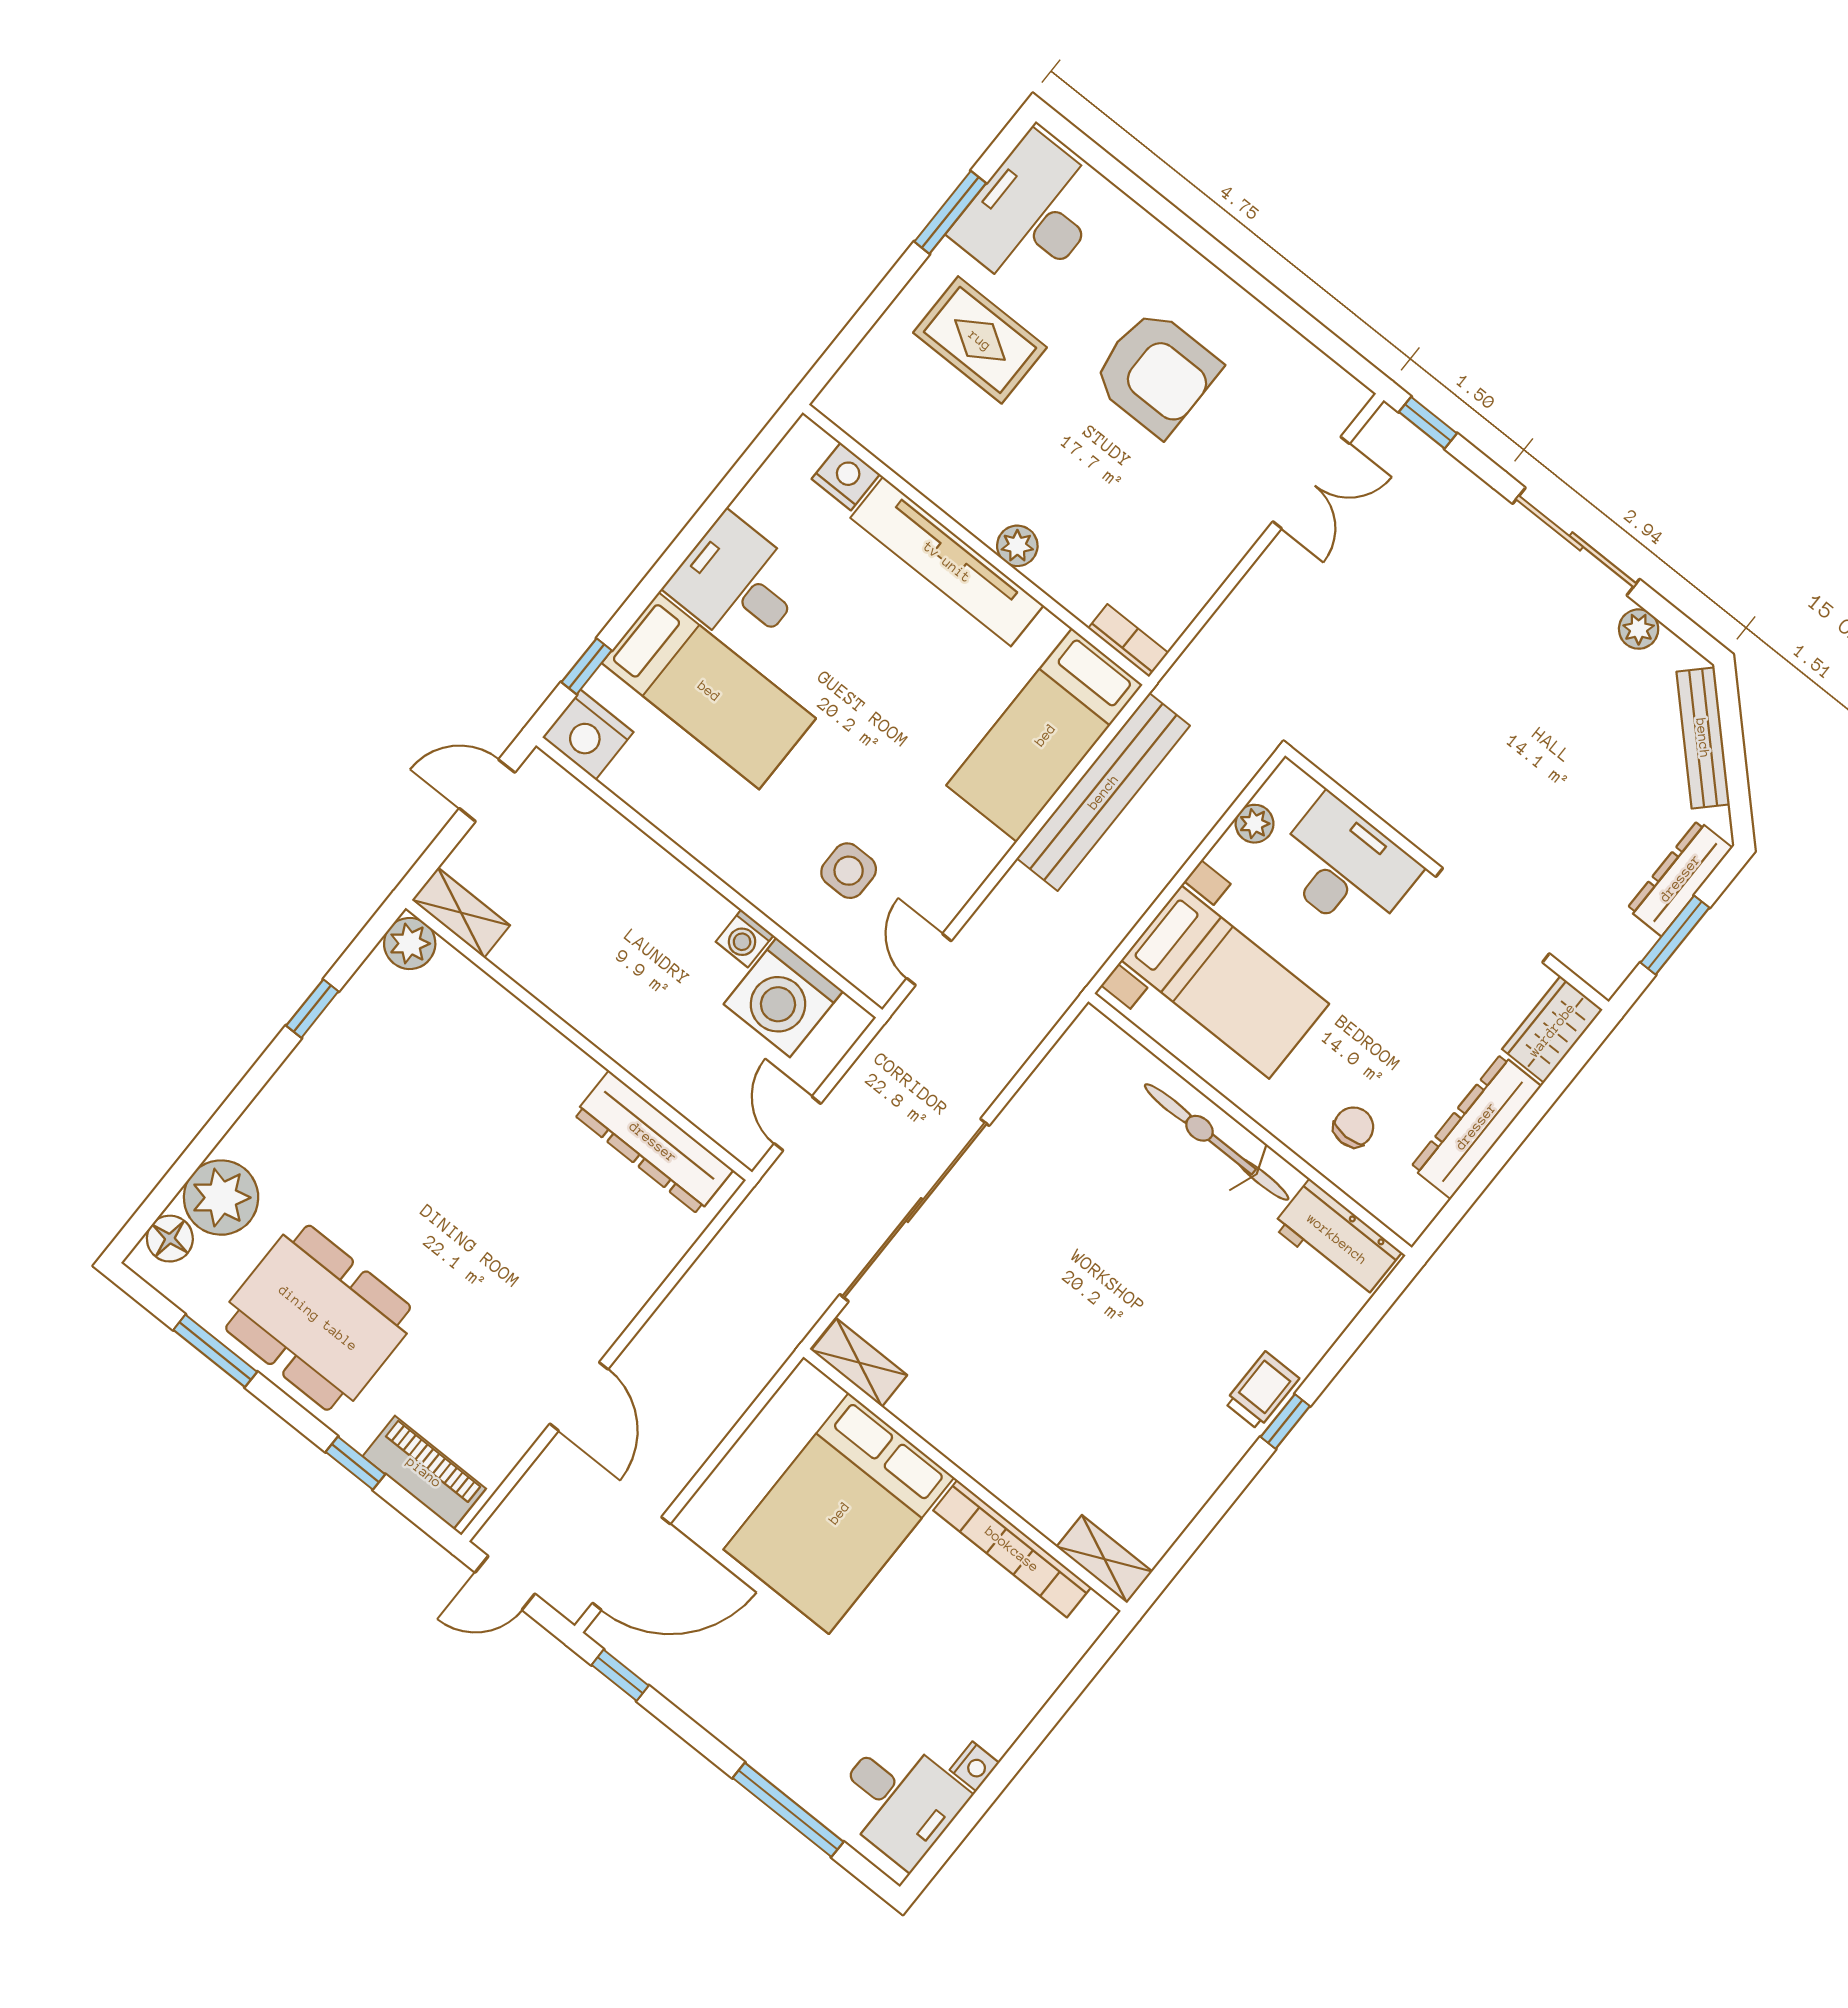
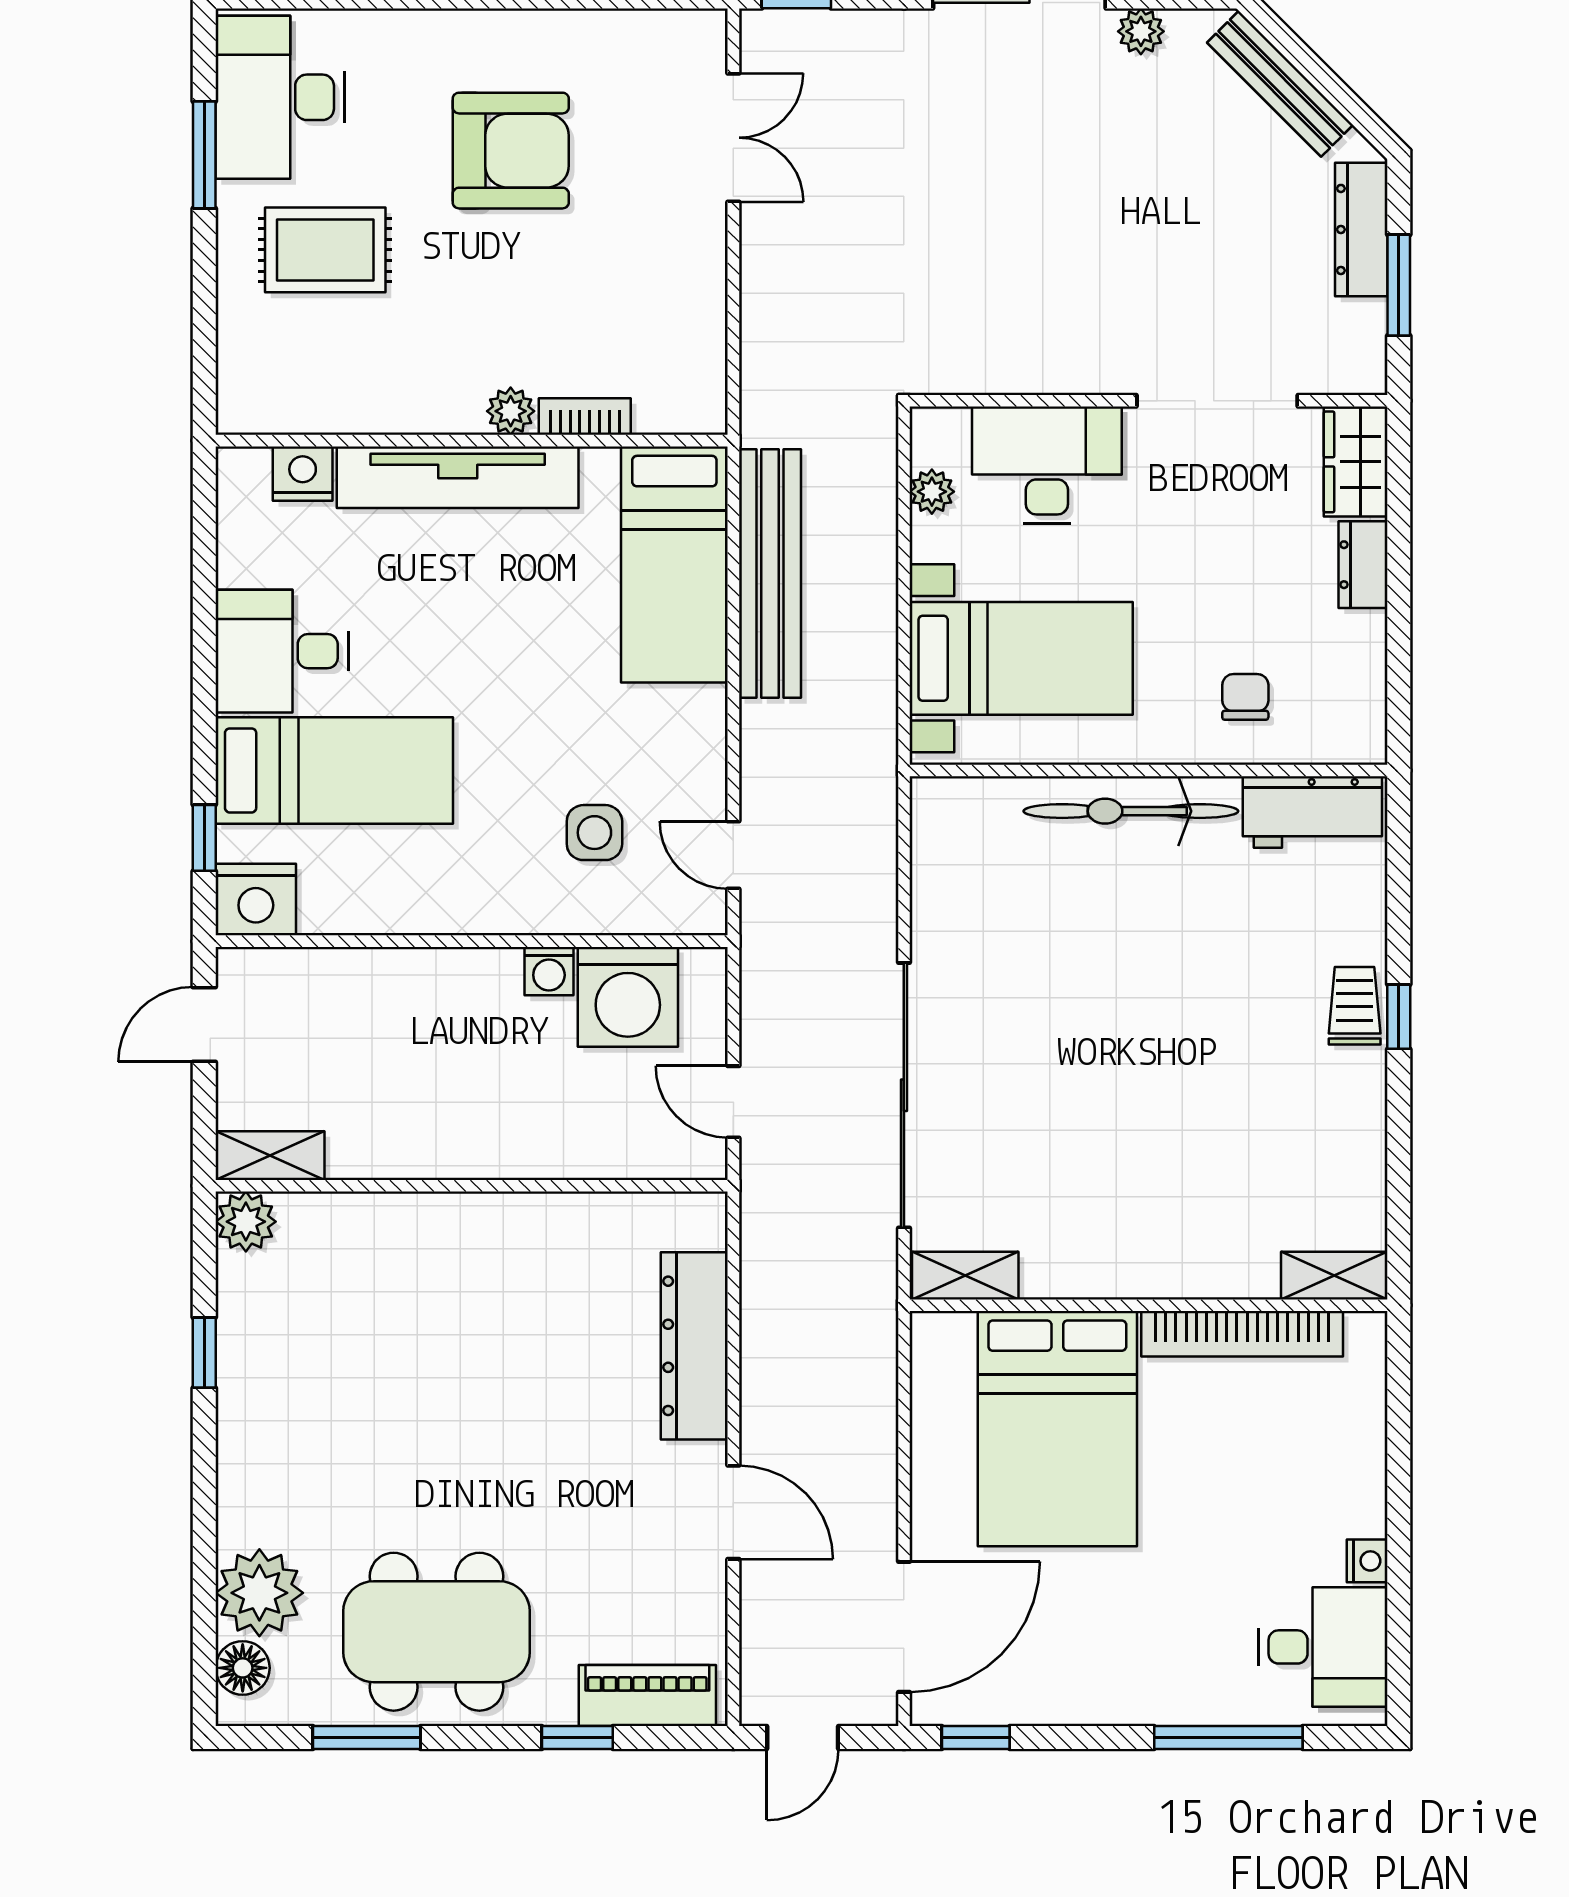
bookcase: (1128, 641) -> (585, 417), moved
dresser: (1476, 1126) -> (1363, 565), width x0.51, depth x0.80
dresser: (653, 1142) -> (694, 1346), moved, turned 90

